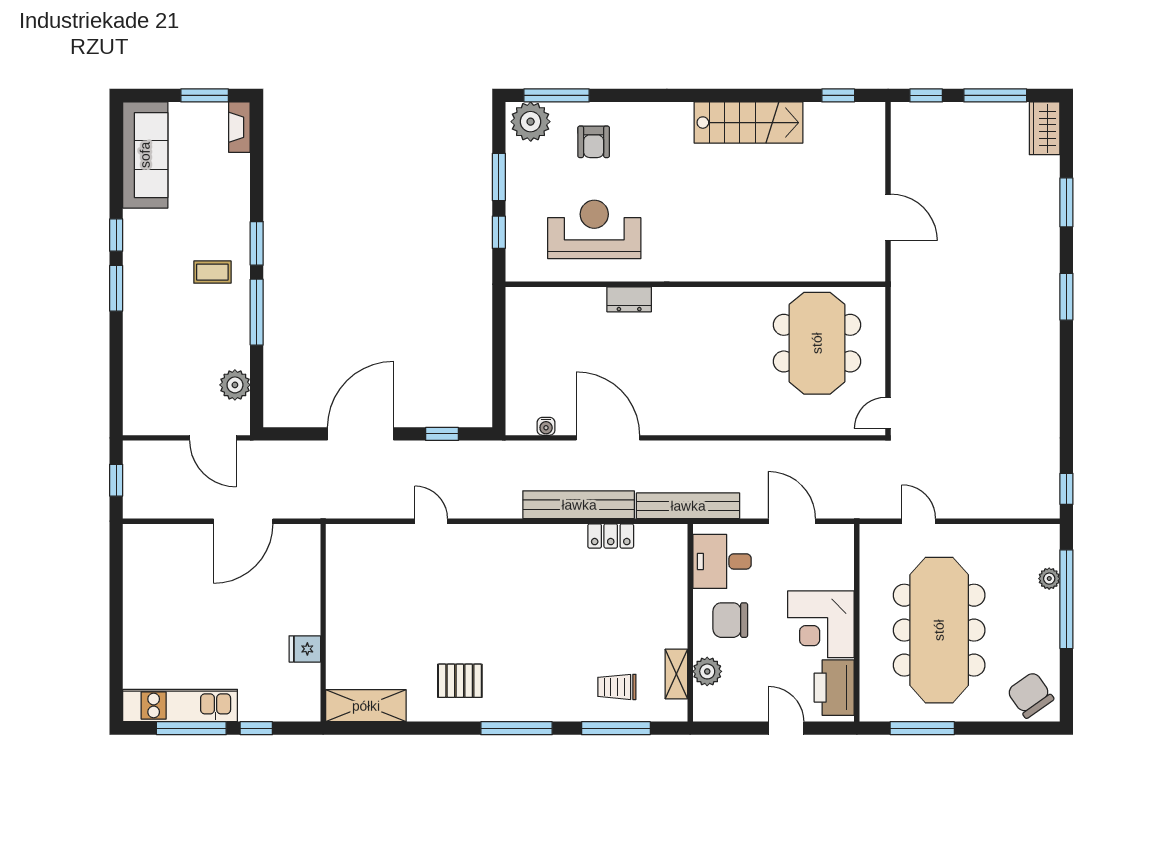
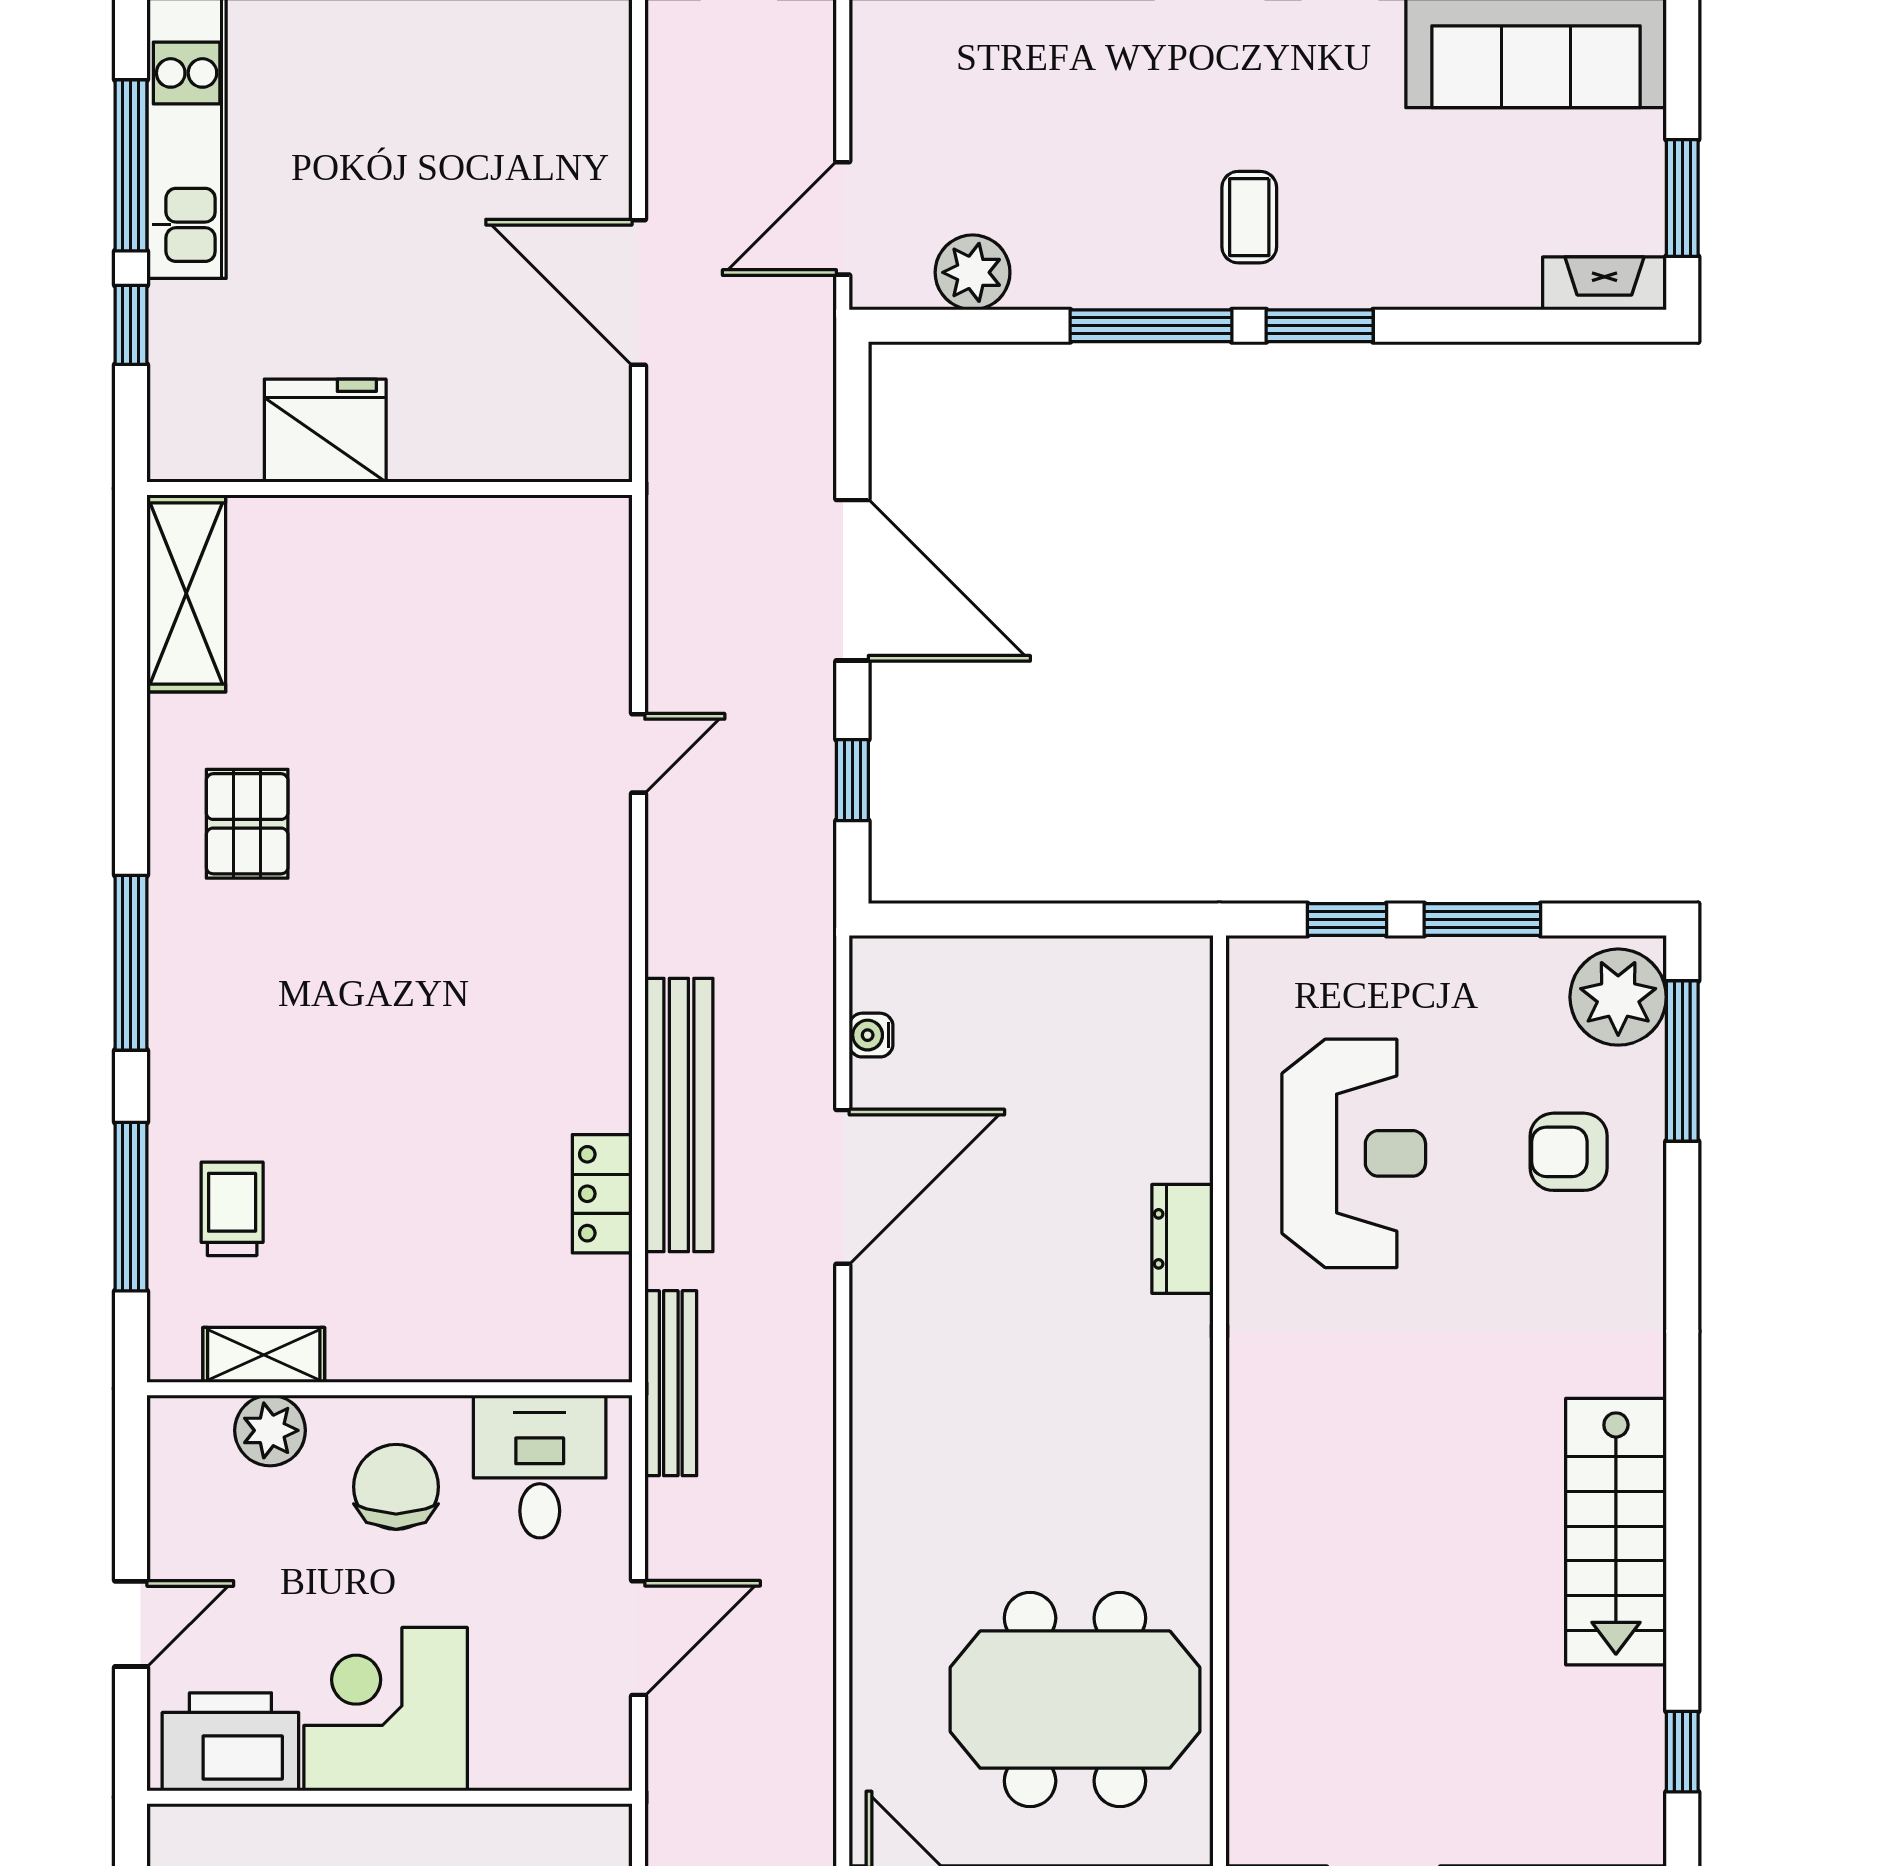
bench: (688, 506) -> (671, 1383), width x0.73, depth x0.82
fridge: (305, 649) -> (325, 431), width x1.88, depth x1.34

